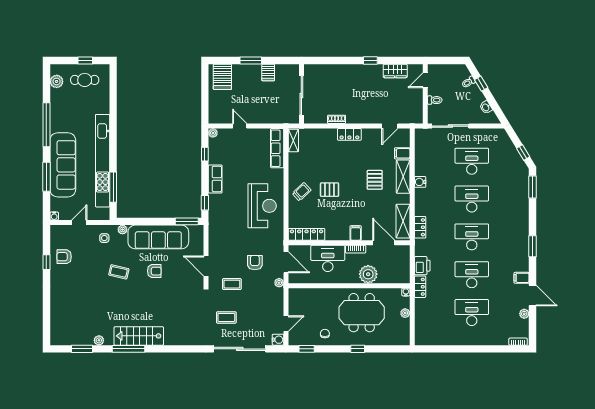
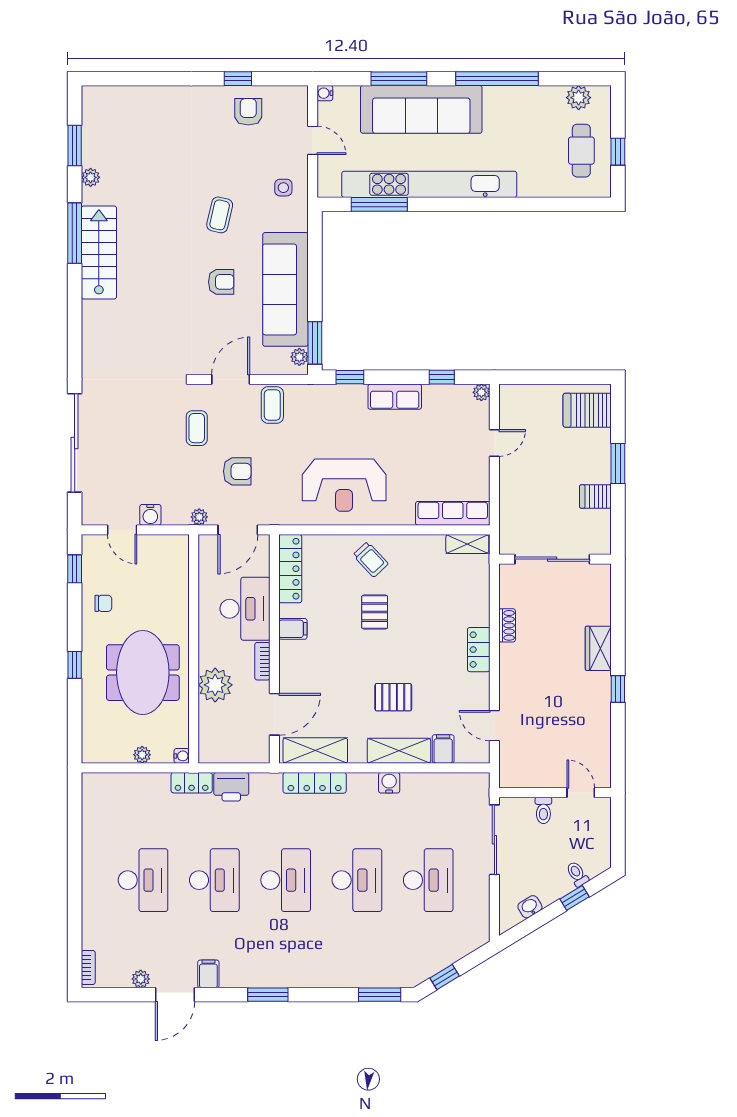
wardrobe: (395, 71) -> (598, 648), moved
locker: (420, 227) -> (315, 783), width x1.53
plant: (123, 230) -> (299, 357), moved
filing cabinet: (356, 233) -> (293, 629), moved
armchair: (154, 271) -> (221, 282), turned -90
coffee table: (226, 317) -> (272, 405), moved
water cooler: (278, 340) -> (150, 515), moved

